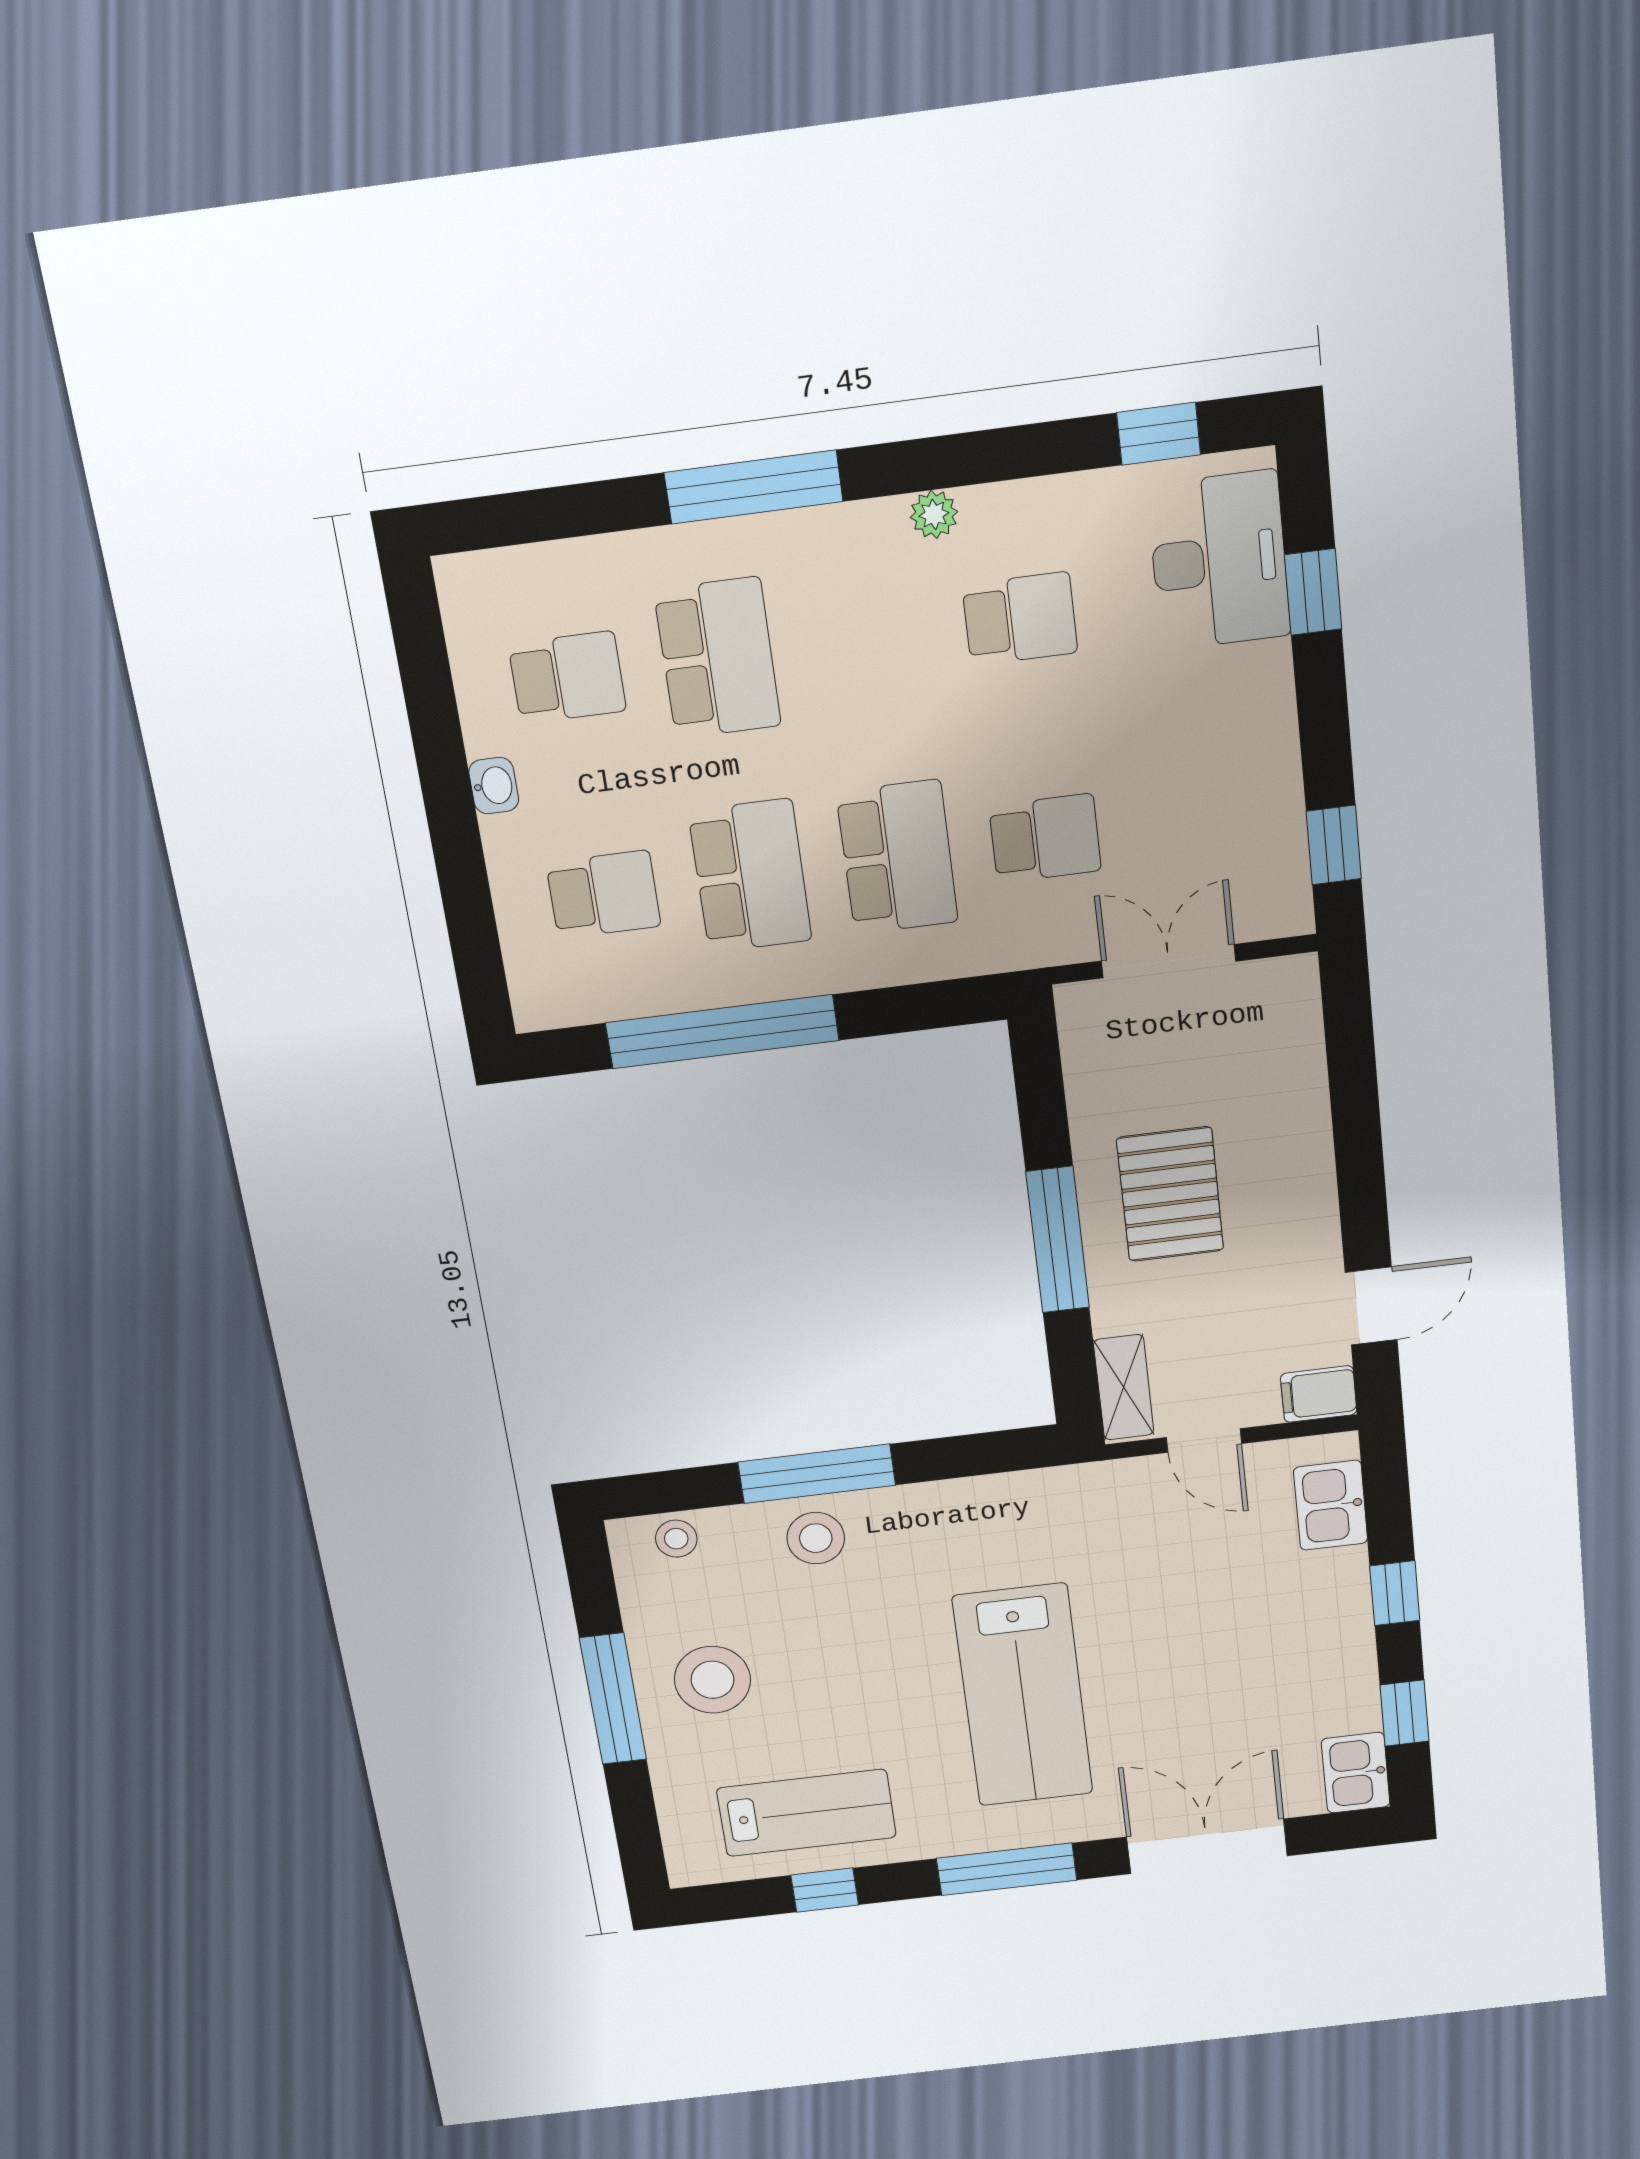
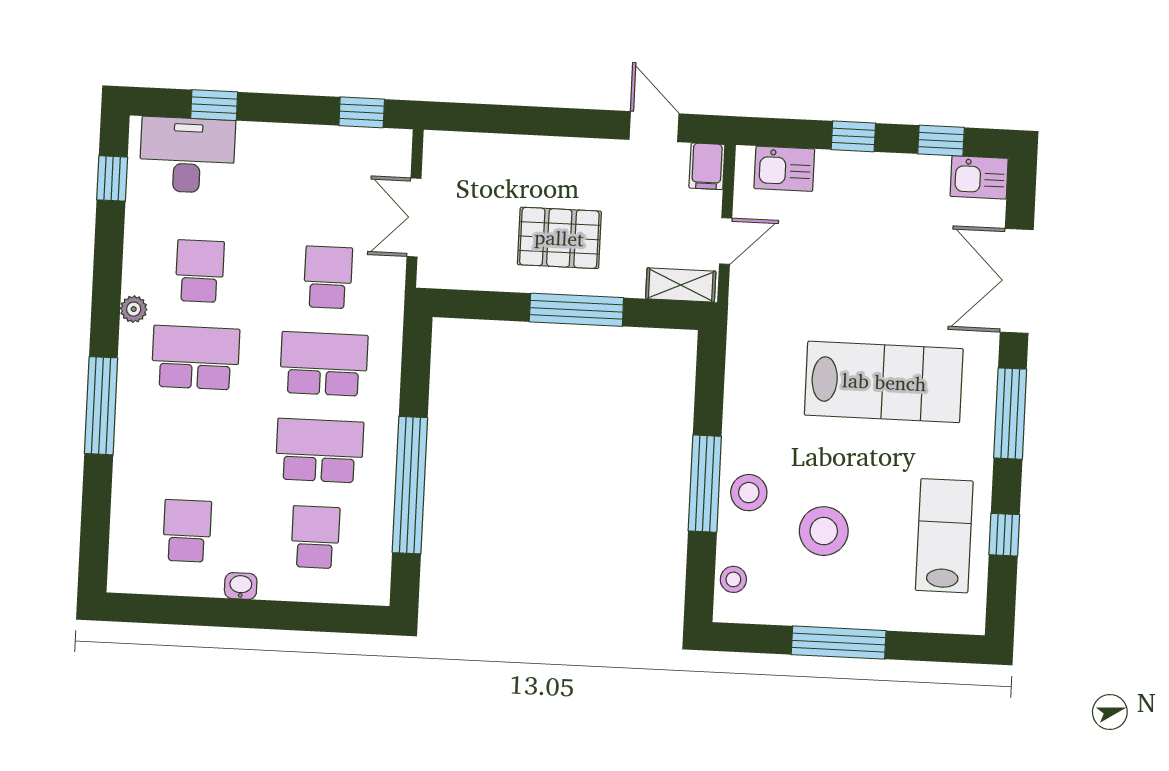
school desk: (718, 658) -> (195, 358), moved
stool: (712, 1680) -> (824, 531), moved

